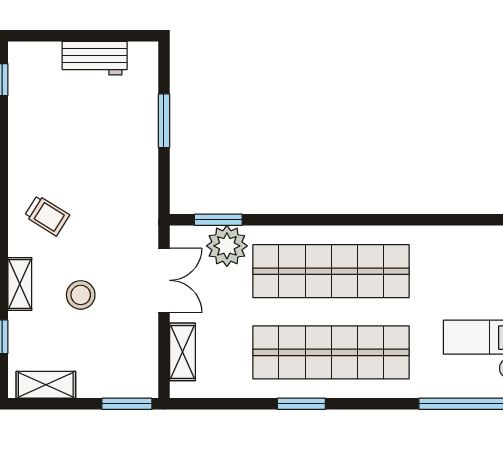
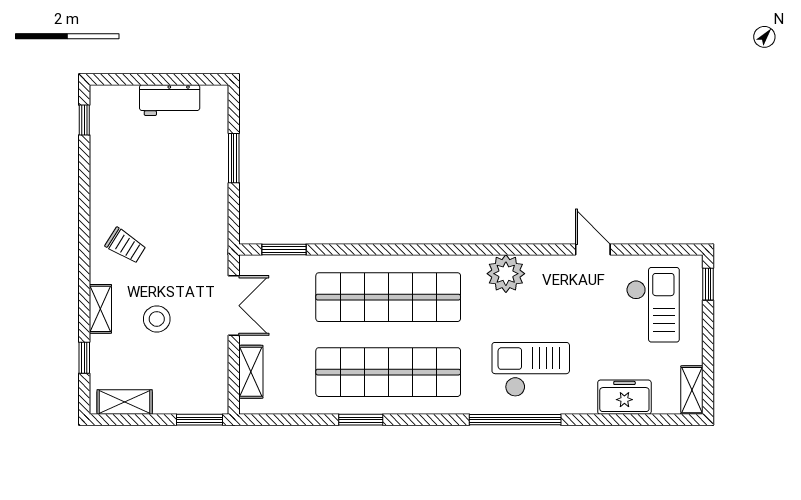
plant: (227, 246) -> (506, 274), moved

